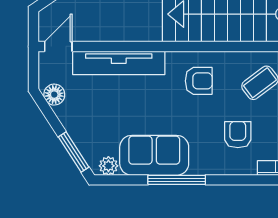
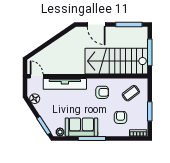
door: (58, 46) -> (37, 76), hinge flipped

